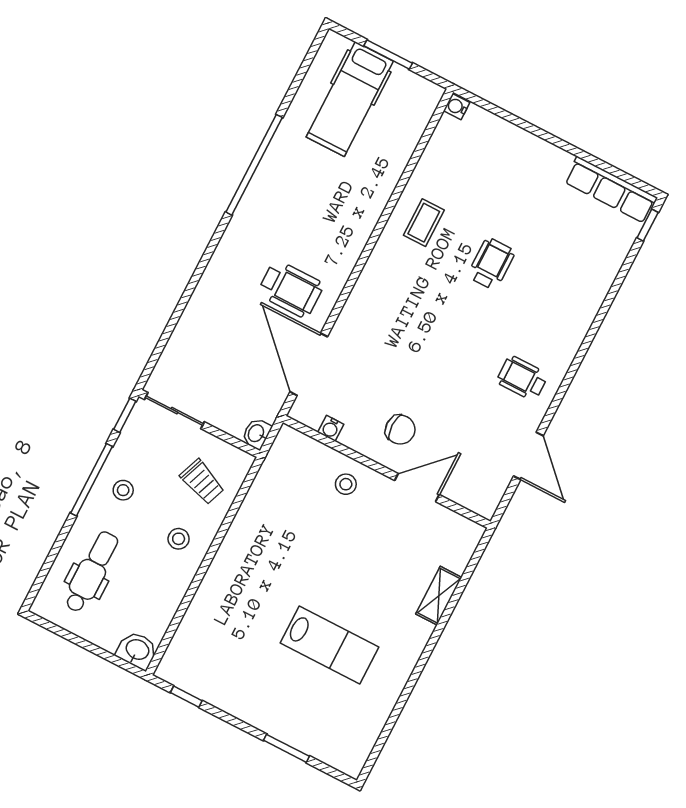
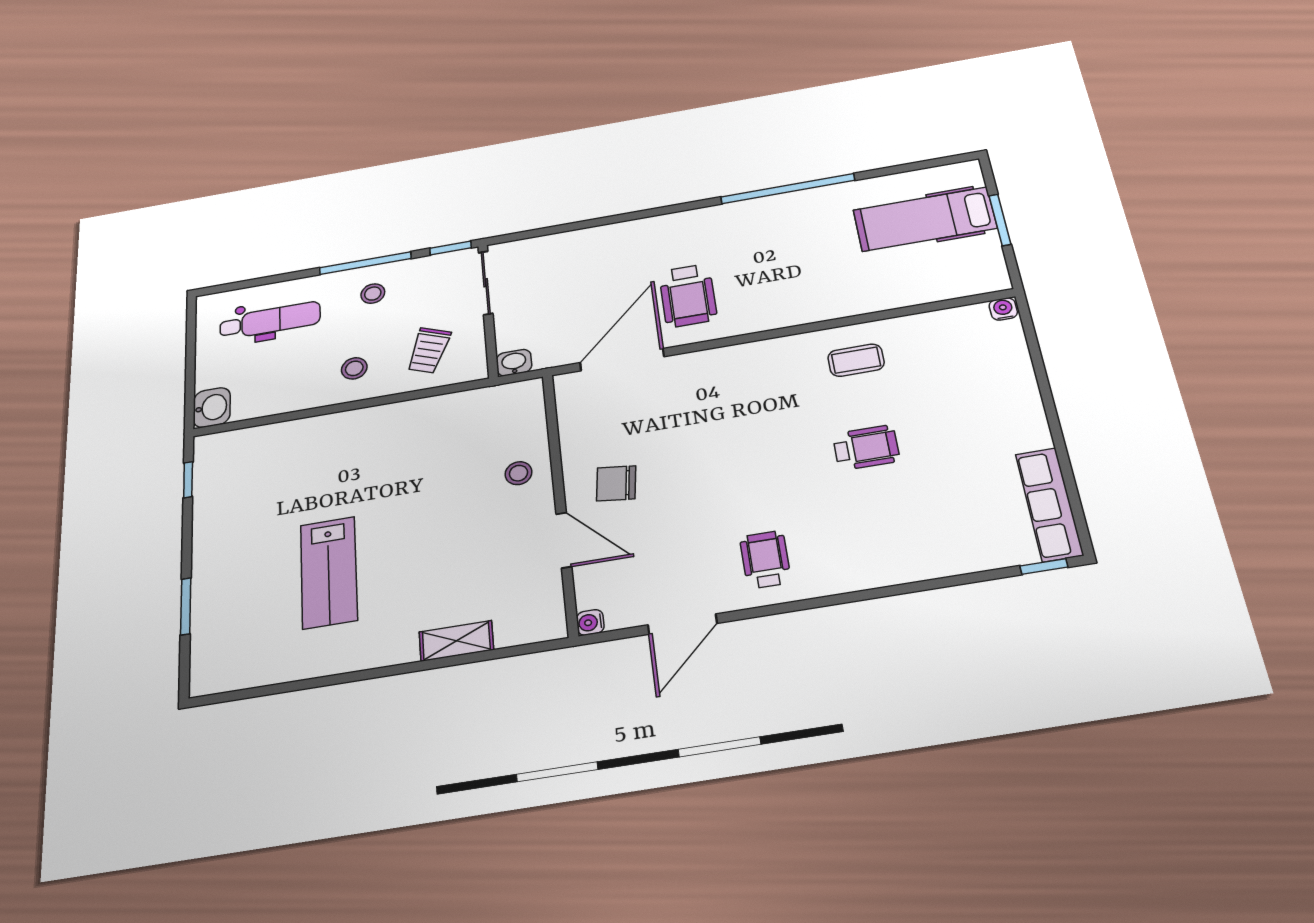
water cooler: (331, 428) -> (590, 622), moved
chair: (400, 430) -> (616, 483), turned 97

